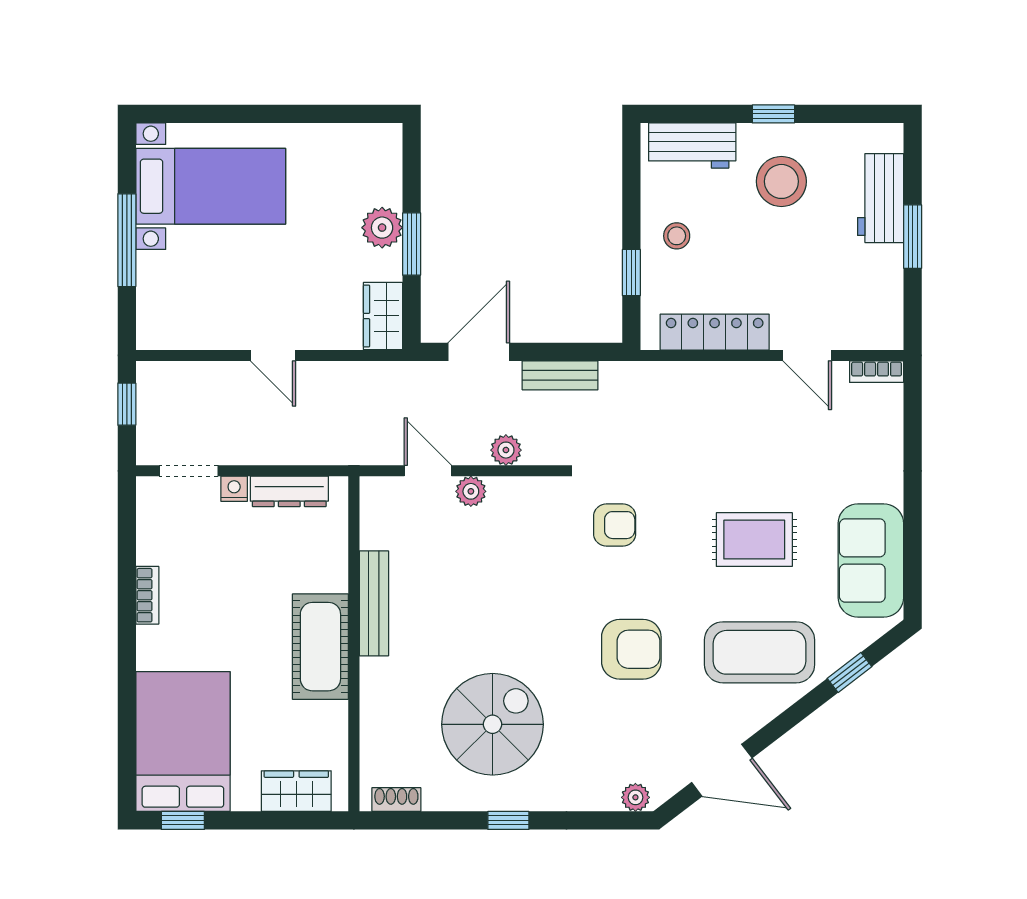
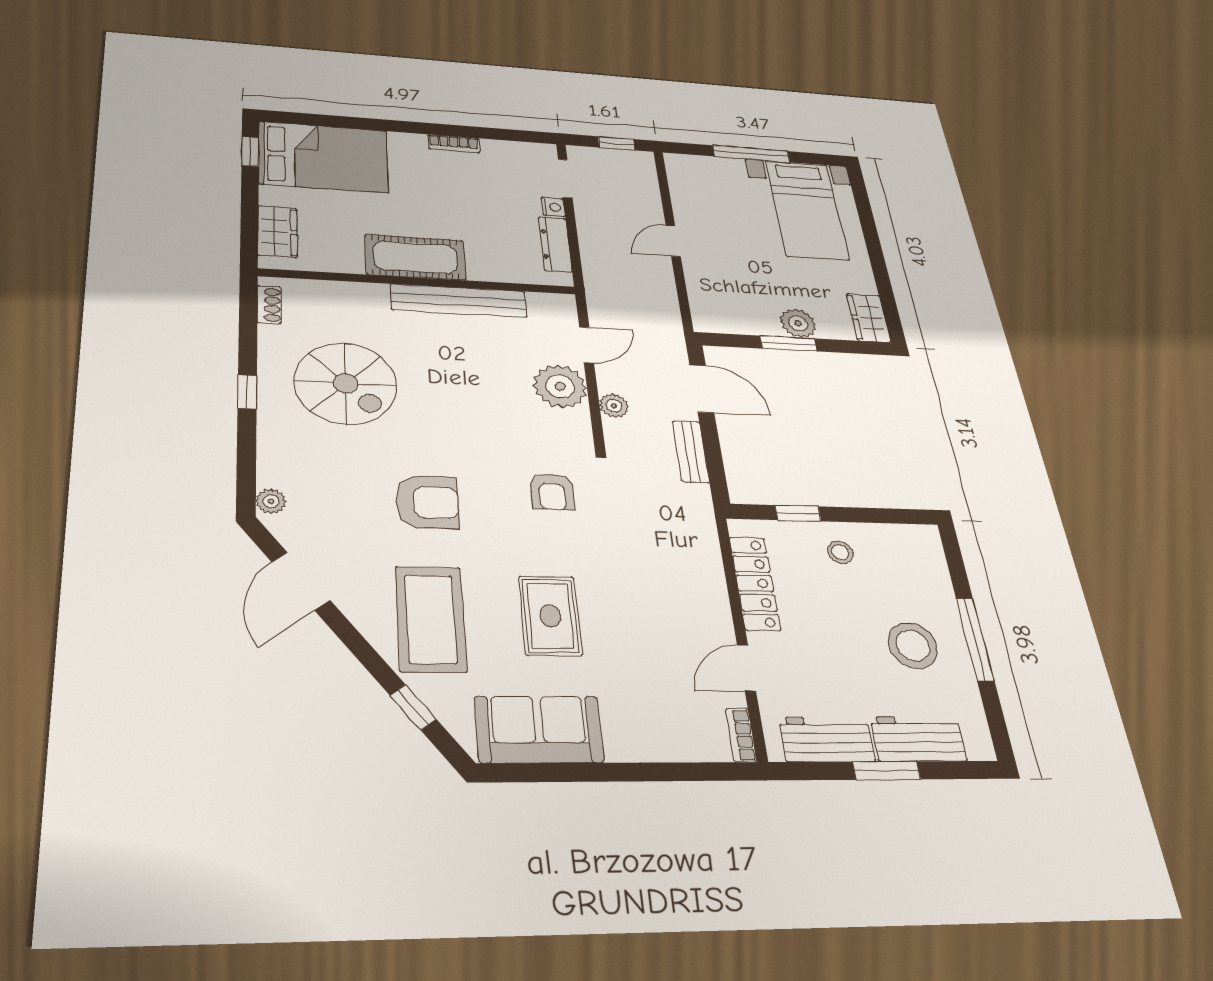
window: (773, 114) -> (975, 639), width x2.17
workbench: (692, 146) -> (827, 739), moved, turned 90
wardrobe: (383, 316) -> (869, 318), moved, turned -90
plant: (471, 491) -> (560, 386), width x1.88, depth x1.88
bench: (374, 603) -> (459, 301), width x1.37, depth x1.21
armchair: (631, 649) -> (427, 502), turned -90

